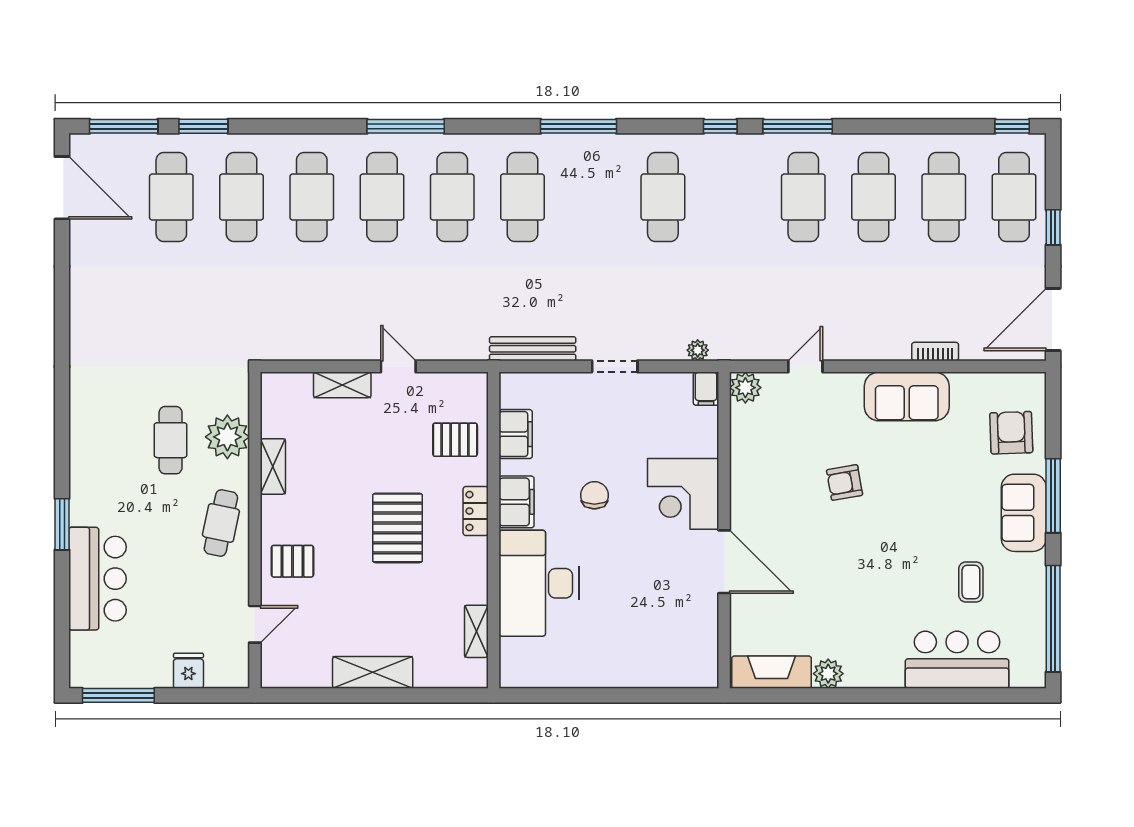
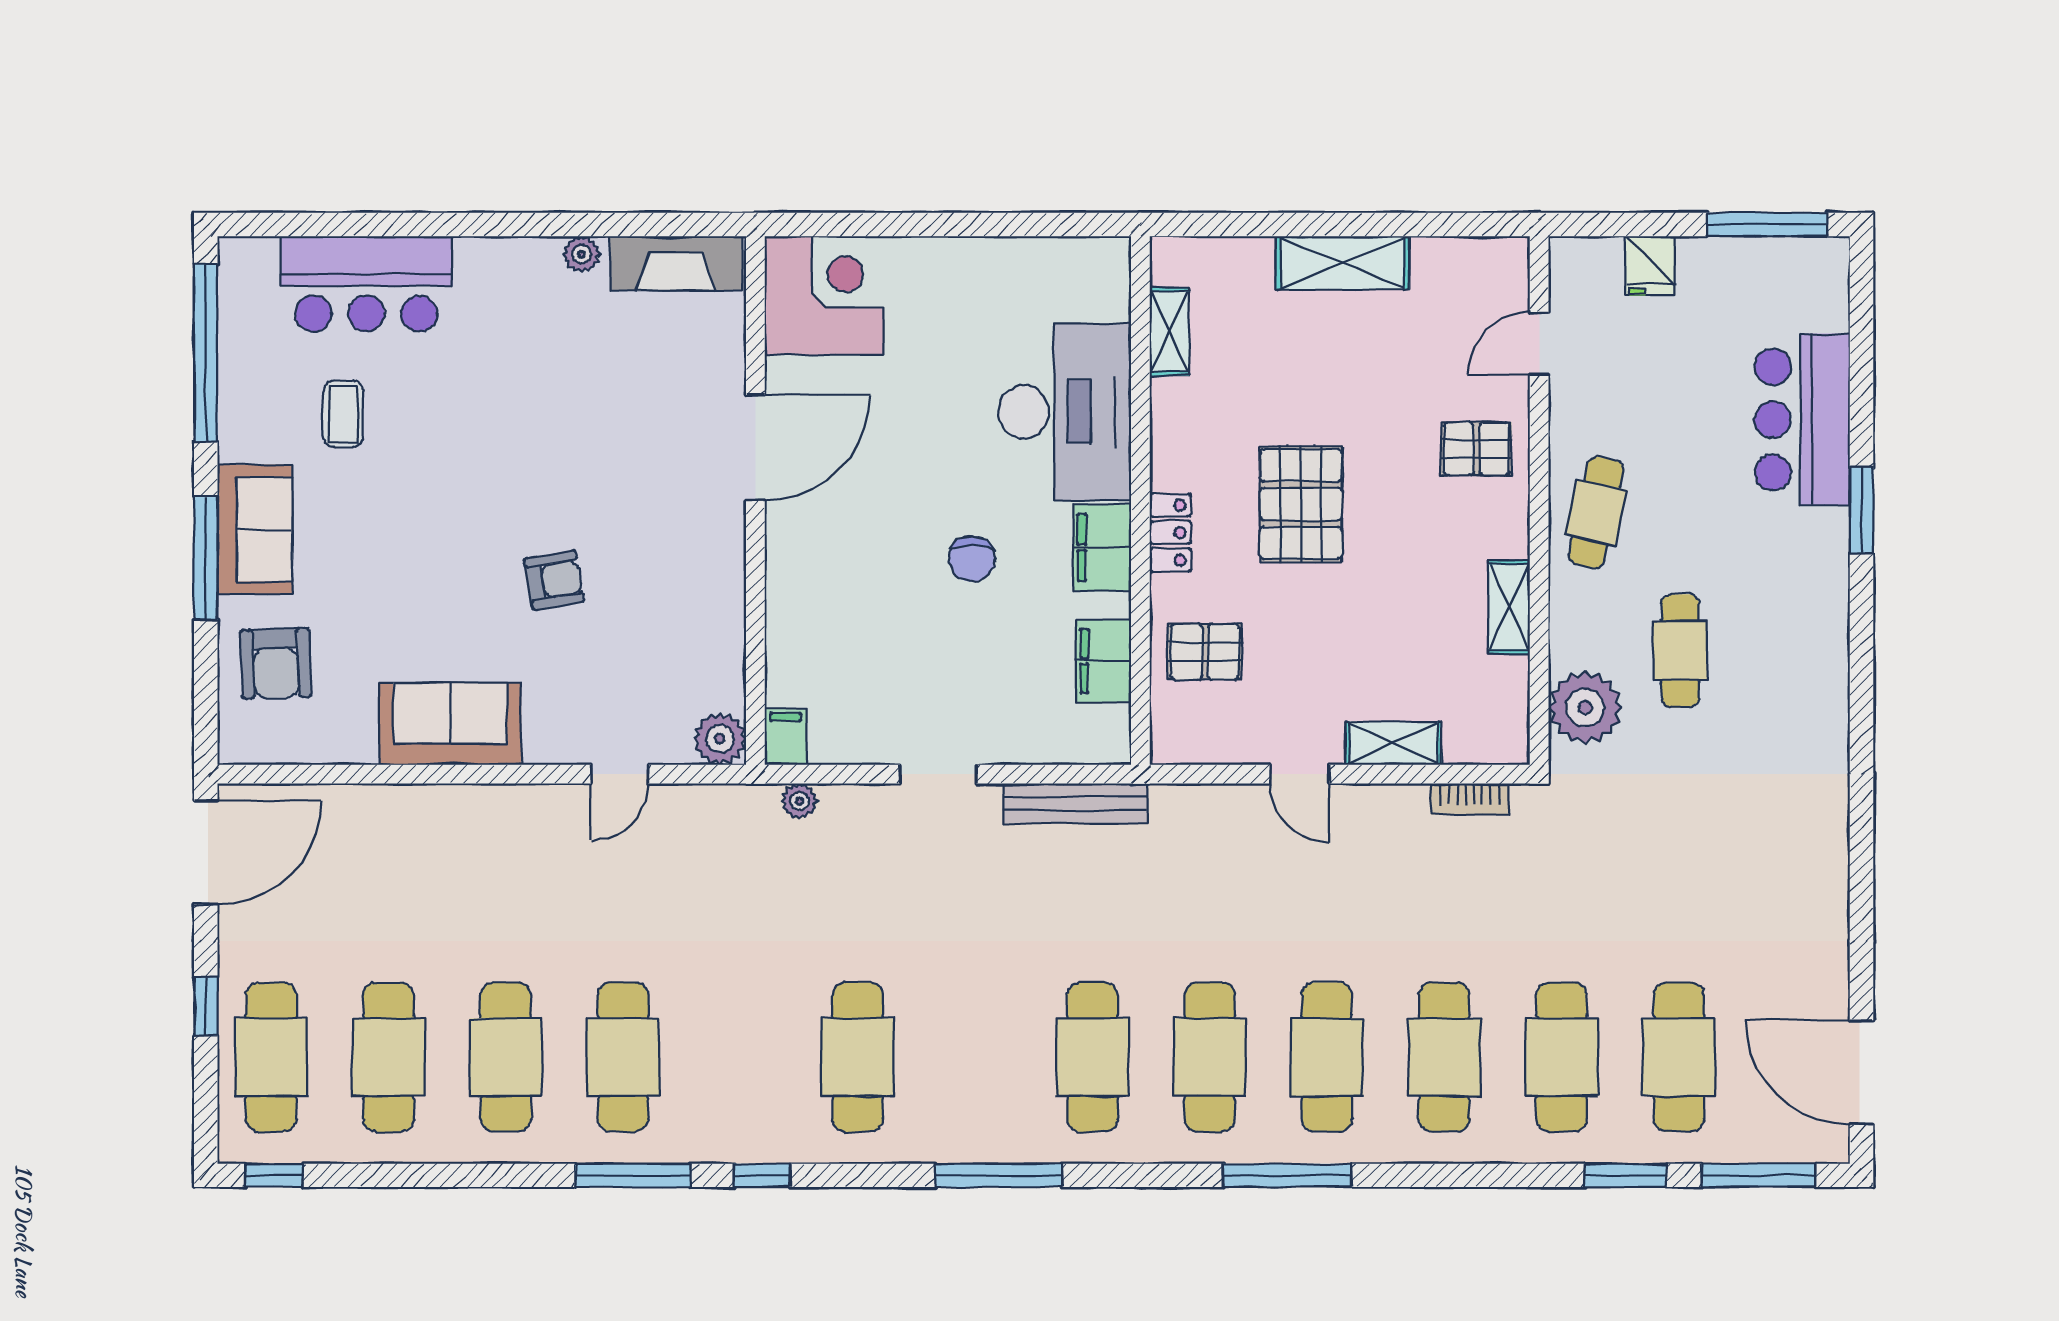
bookcase: (935, 351) -> (1470, 799), moved
plant: (227, 437) -> (1585, 708), moved
corner desk: (683, 494) -> (824, 295), moved
door: (724, 562) -> (755, 448), swing flipped
plant: (828, 674) -> (582, 254), width x0.73, depth x0.73

